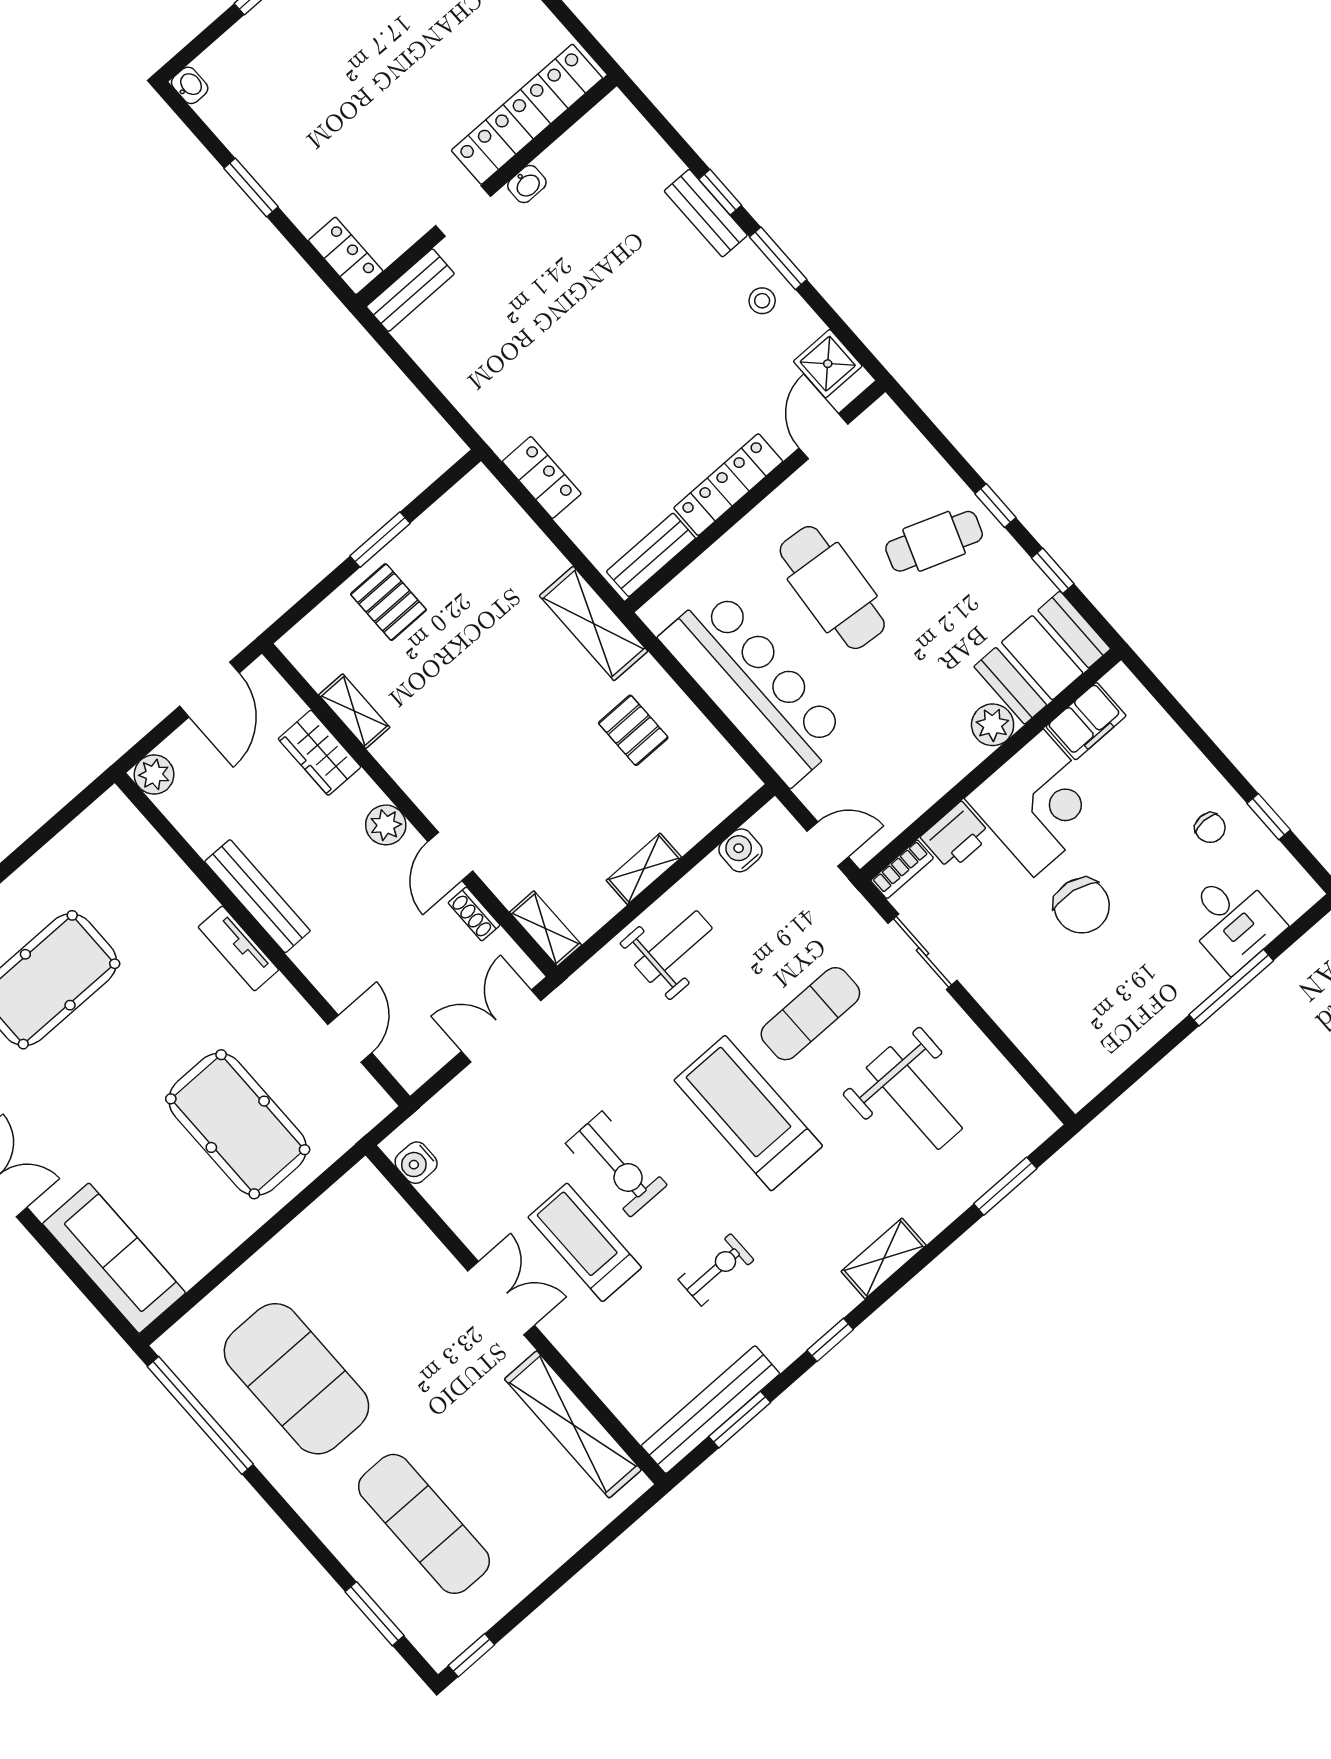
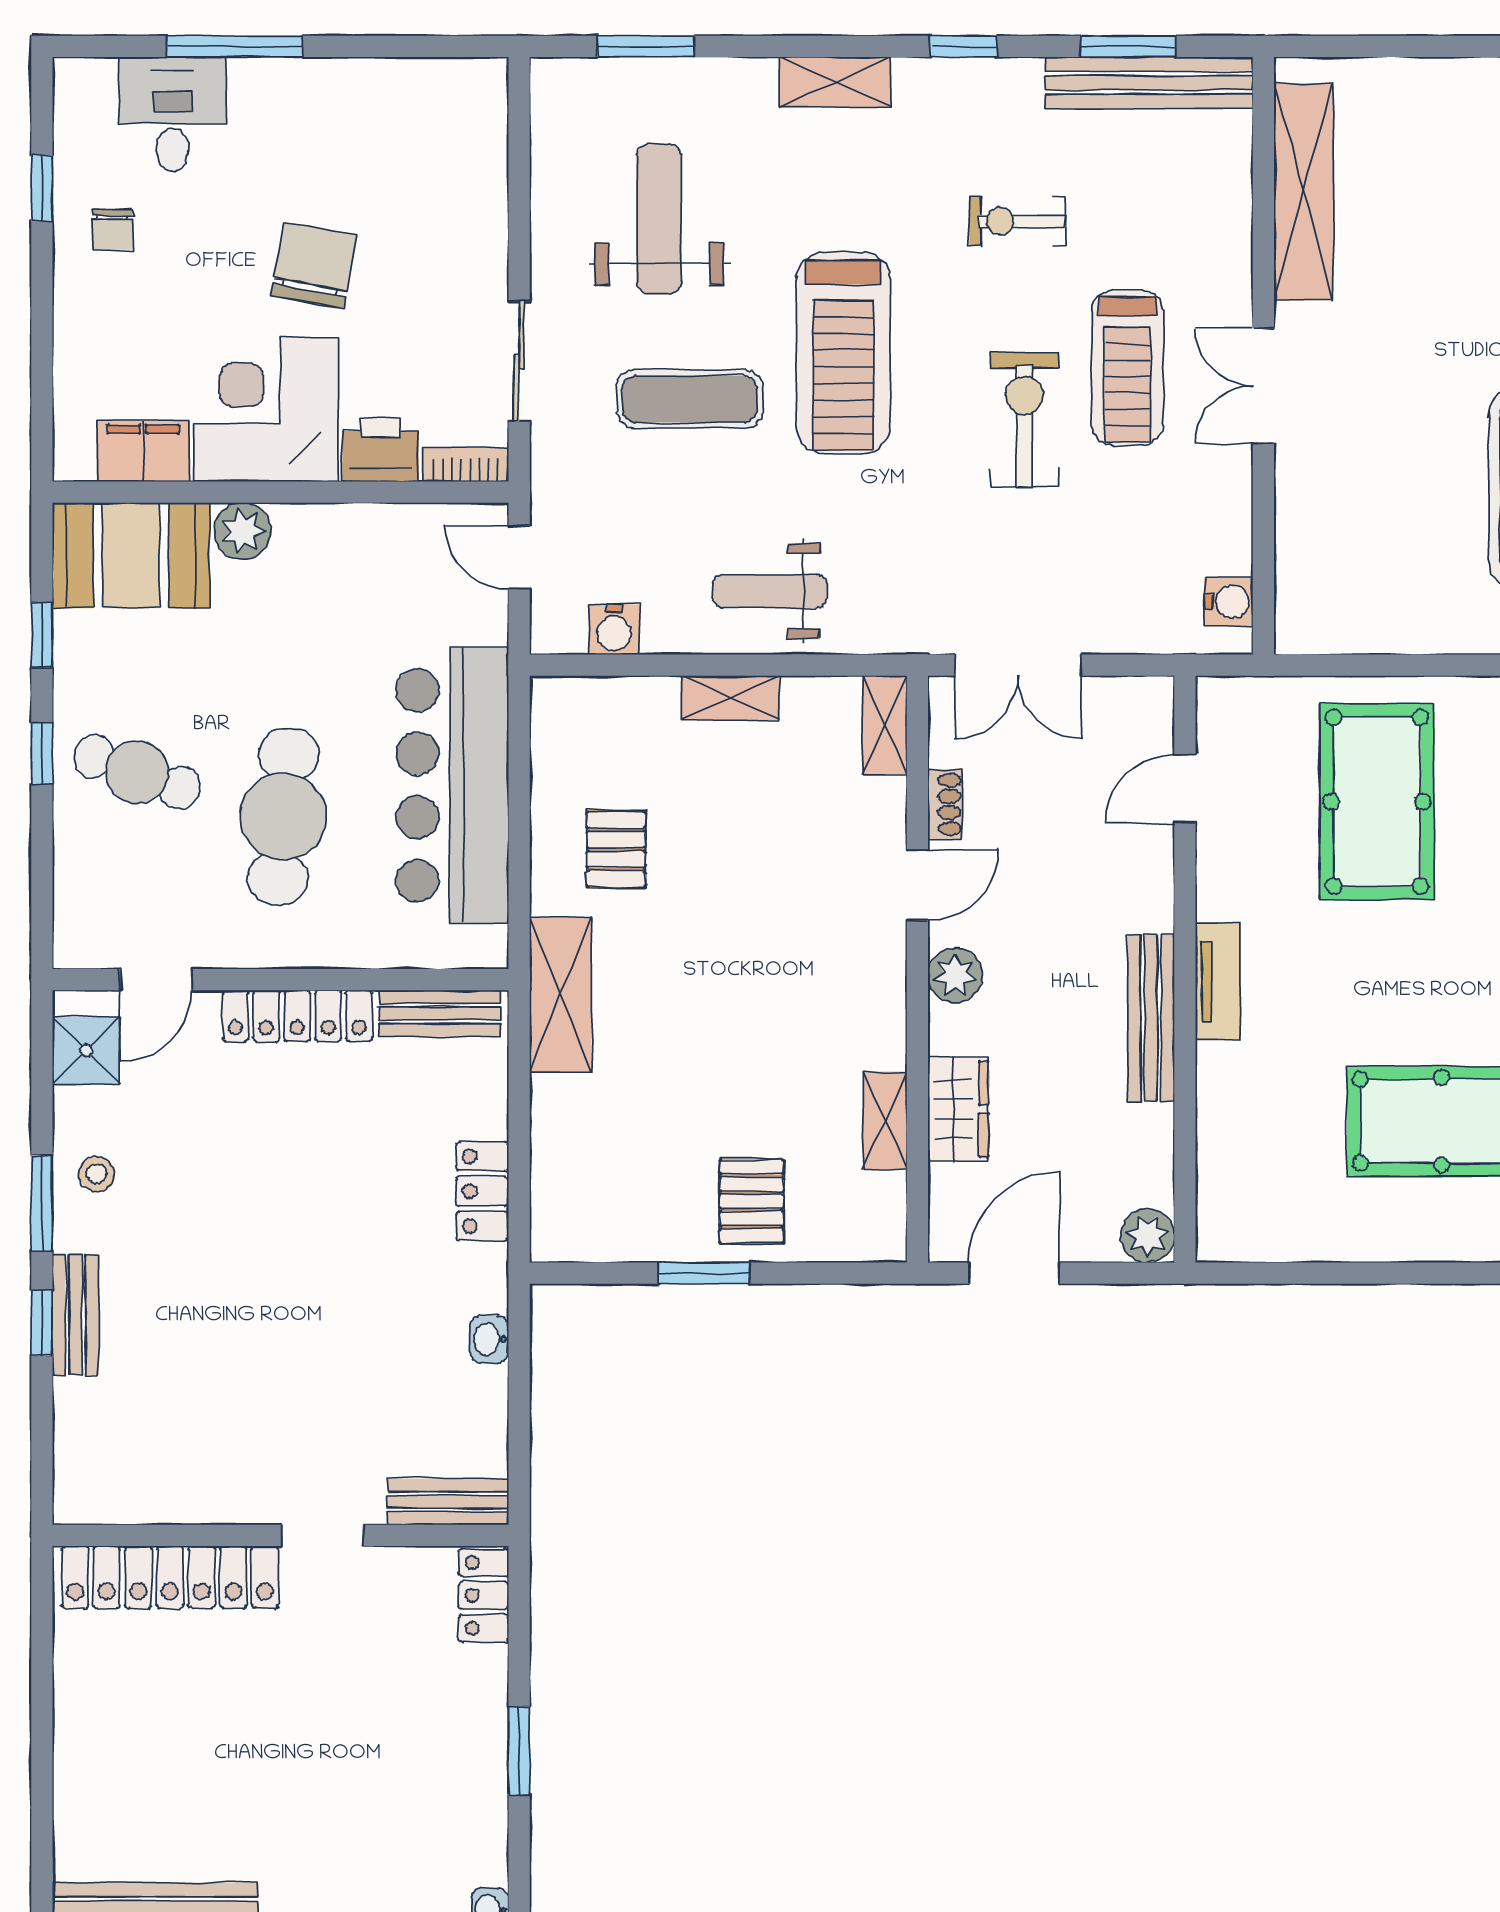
washbasin: (527, 184) -> (489, 1339), moved, turned -90
chair: (1210, 828) -> (112, 230), turned 180

